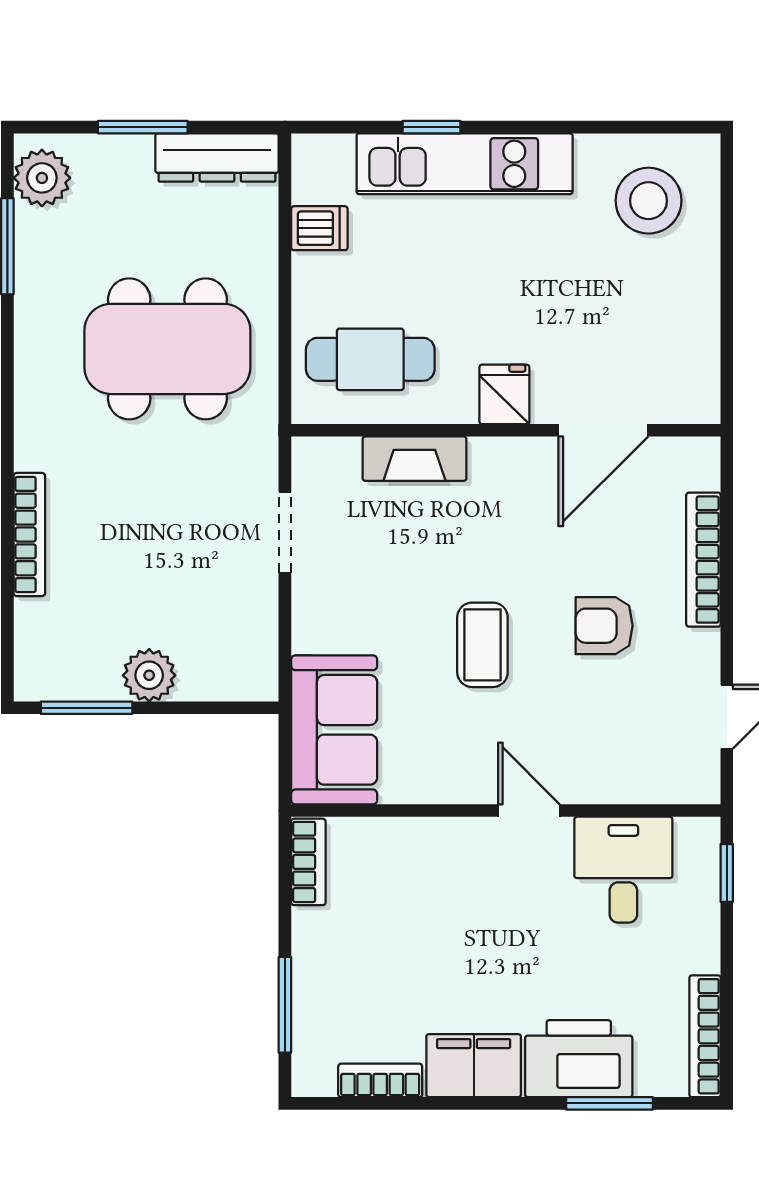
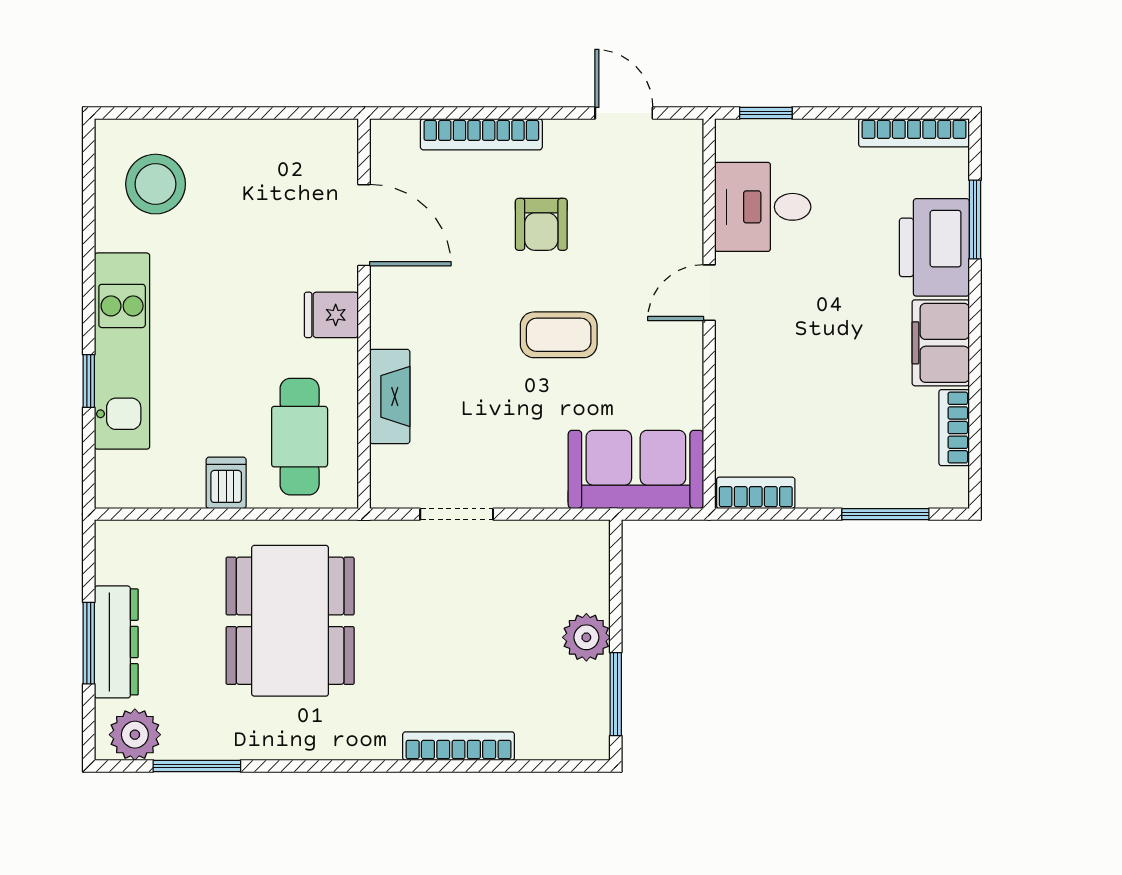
dresser: (217, 157) -> (116, 642), moved
dishwasher: (319, 228) -> (226, 483), moved

